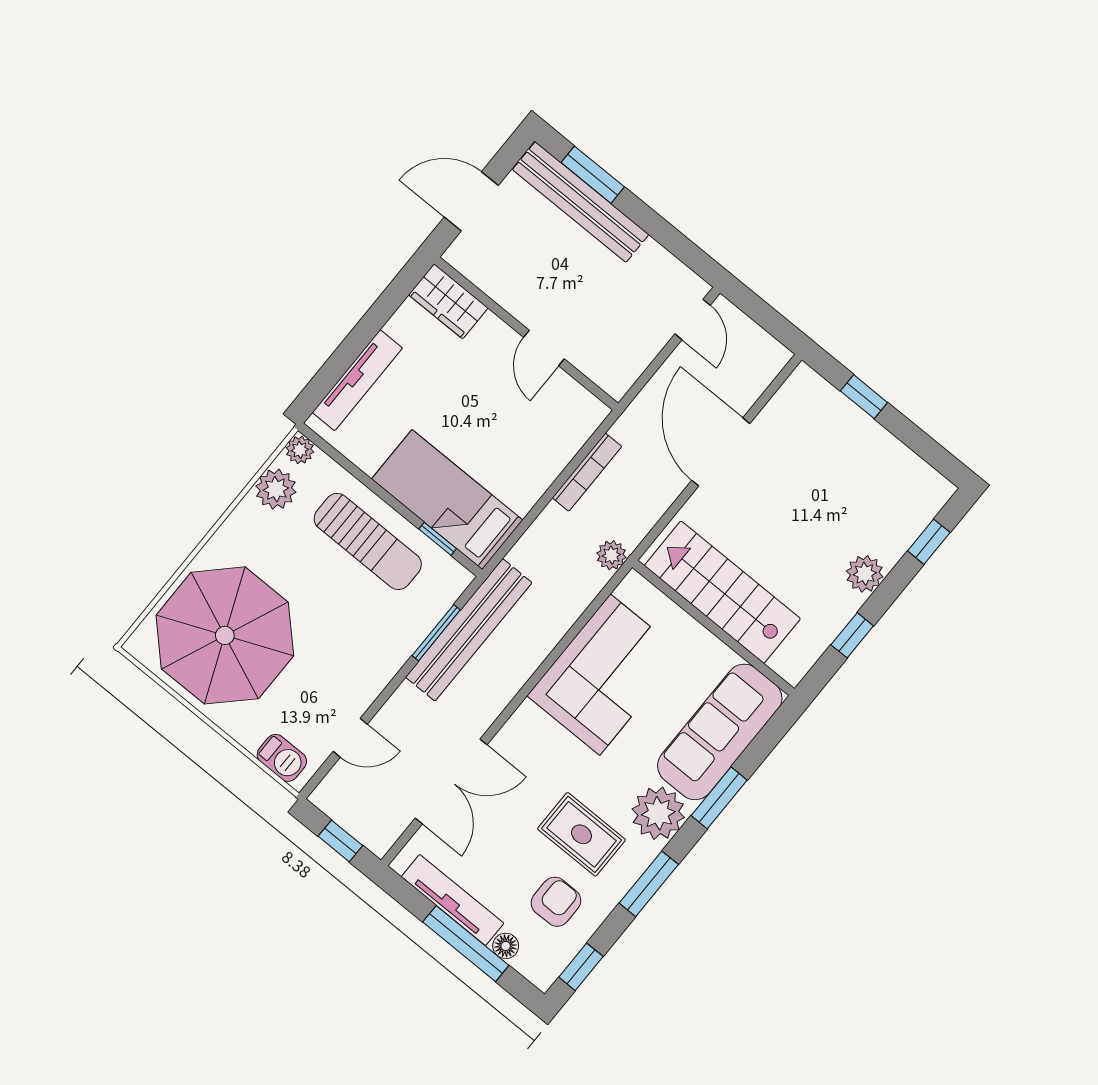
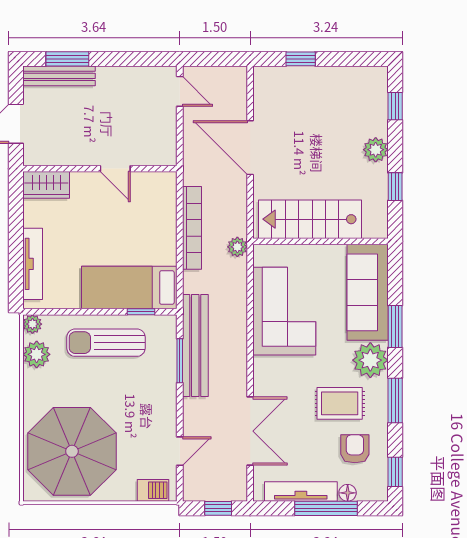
bench: (581, 202) -> (59, 76), width x0.73, depth x0.82
bookcase: (587, 472) -> (192, 228), width x1.48, depth x1.31
sun lounger: (368, 541) -> (106, 343), turned 180

